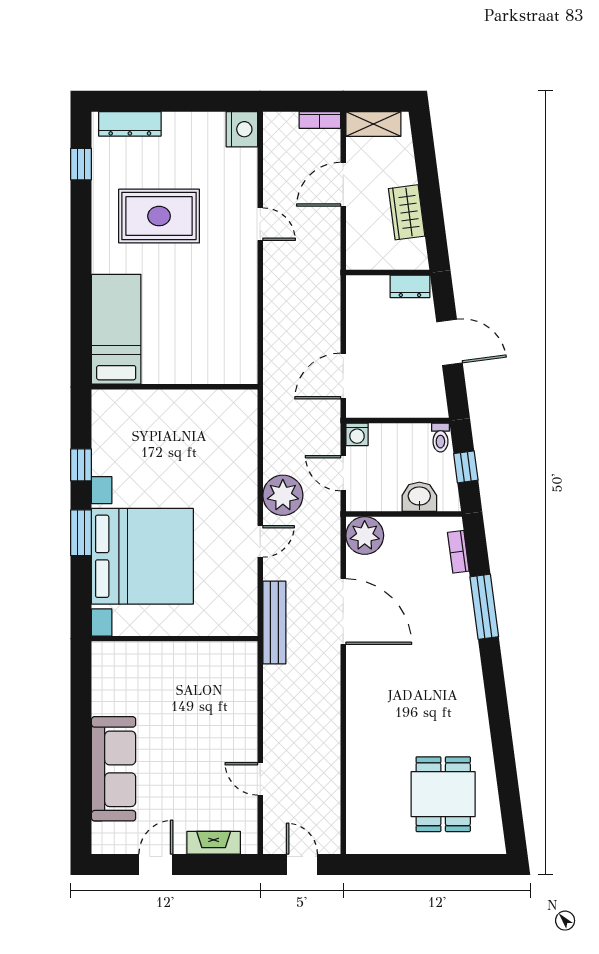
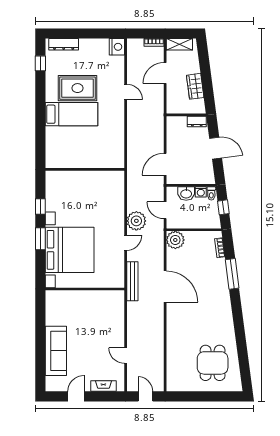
bed: (116, 329) -> (71, 114), moved, turned 90
washing machine: (357, 434) -> (201, 192), moved
washbasin: (419, 497) -> (186, 193), moved, turned 180
door: (343, 612) -> (165, 287), moved

